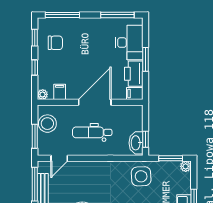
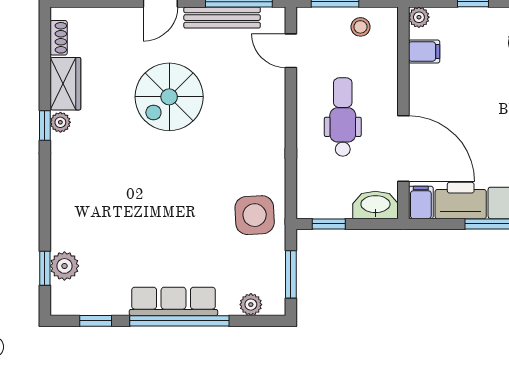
door: (95, 102) -> (403, 148), moved
stool: (47, 124) -> (360, 27), width x0.53, depth x0.53
washbasin: (136, 143) -> (375, 205), moved
plant: (186, 166) -> (251, 305), moved

